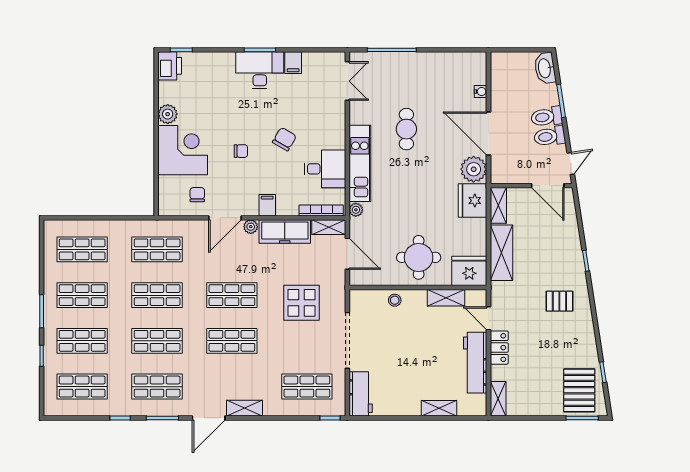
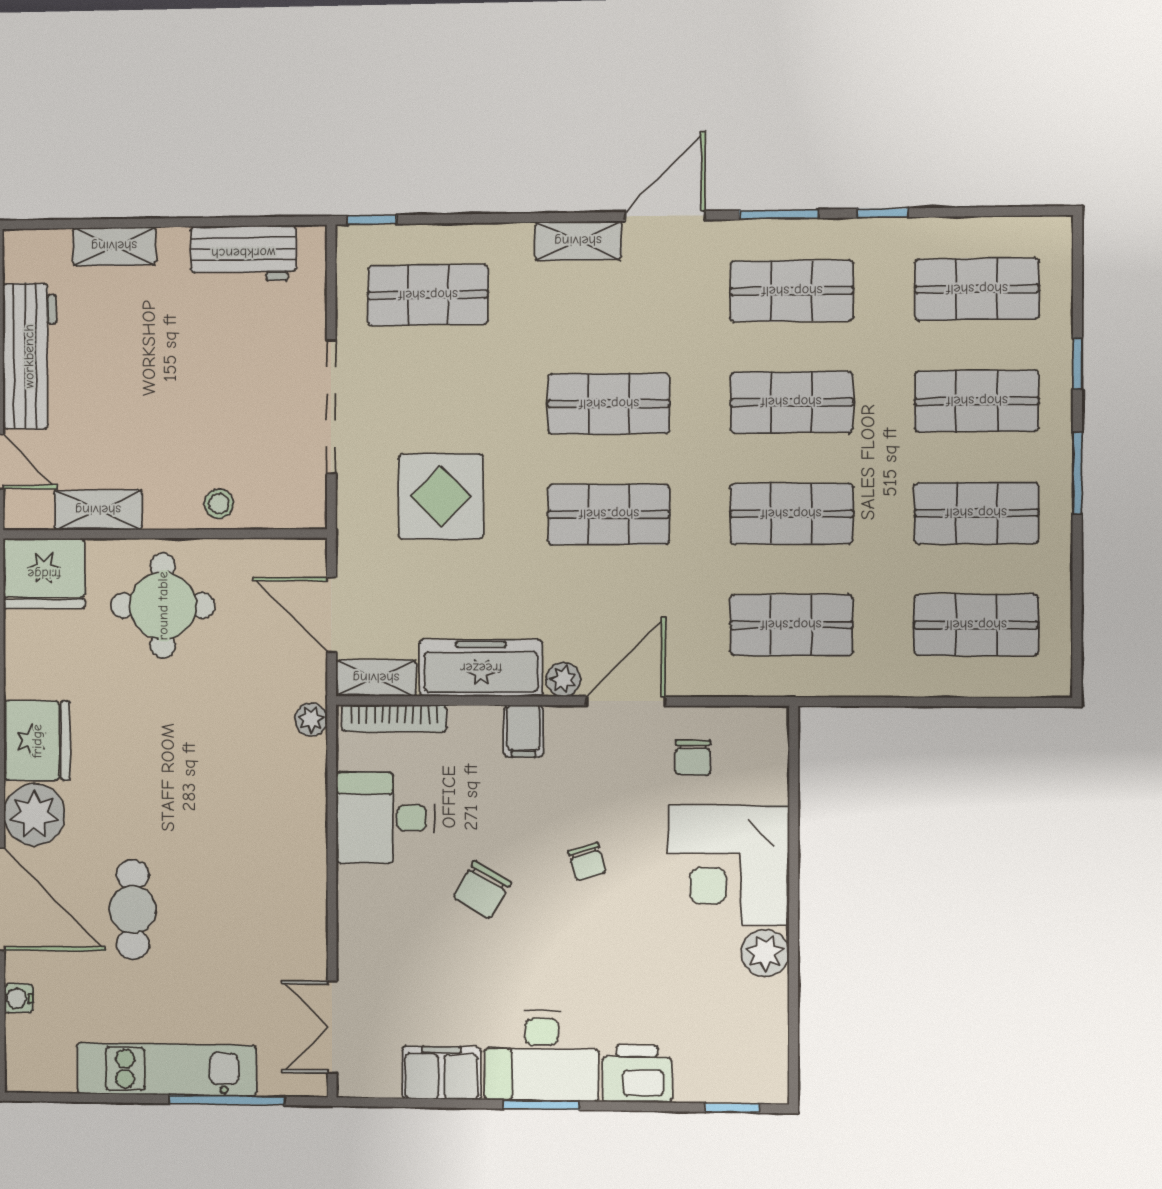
filing cabinet: (293, 63) -> (442, 1073), width x2.00
printer: (170, 66) -> (637, 1074), moved, turned 90
cafe table: (406, 129) -> (133, 909), moved
chair: (241, 151) -> (587, 862), turned -106
kitchen unit: (360, 163) -> (166, 1069), moved, turned 90
workbench: (361, 394) -> (243, 253), moved, turned -90

